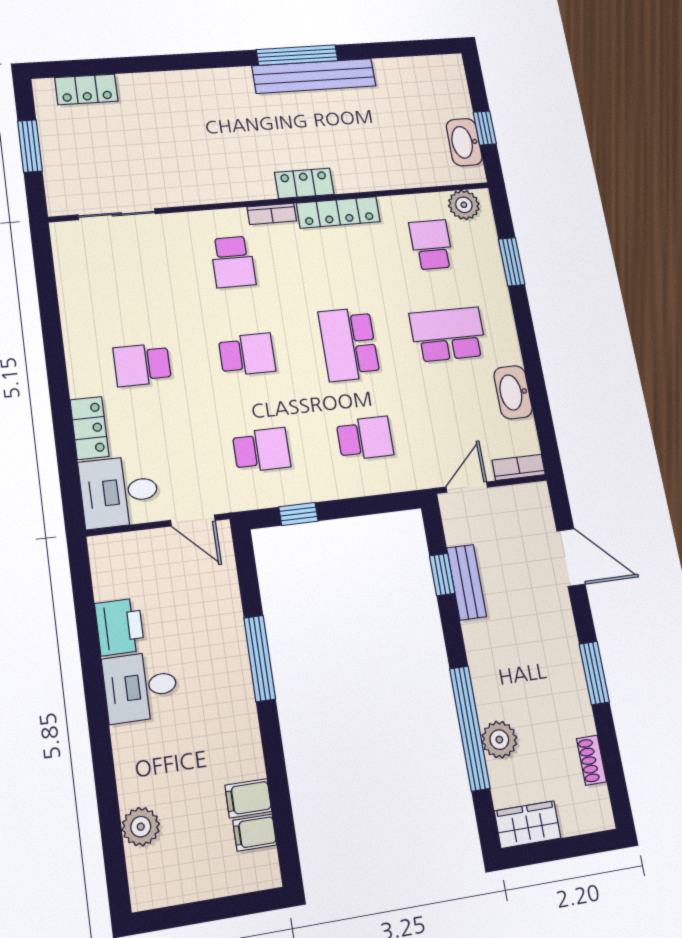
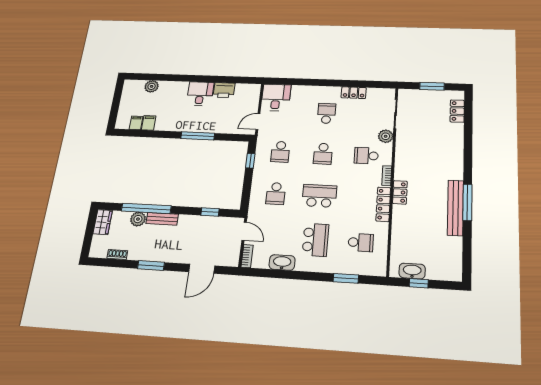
plant: (464, 205) -> (386, 136), moved
locker: (89, 428) -> (354, 93), moved
bench: (467, 582) -> (162, 219), moved

